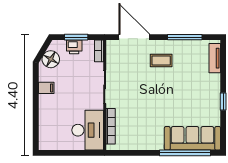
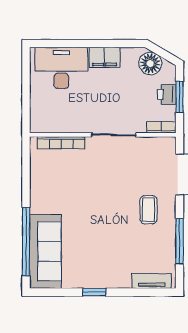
filing cabinet: (46, 88) -> (105, 57), width x2.00
desk: (88, 130) -> (61, 68), moved, turned 180

